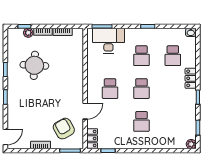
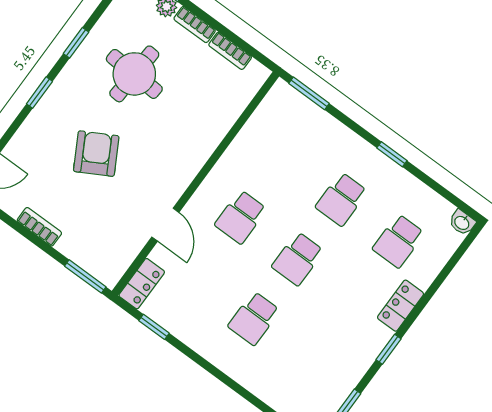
desk: (108, 41) -> (302, 128), removed
door: (85, 111) -> (165, 225), hinge flipped
armchair: (64, 129) -> (96, 154), moved

